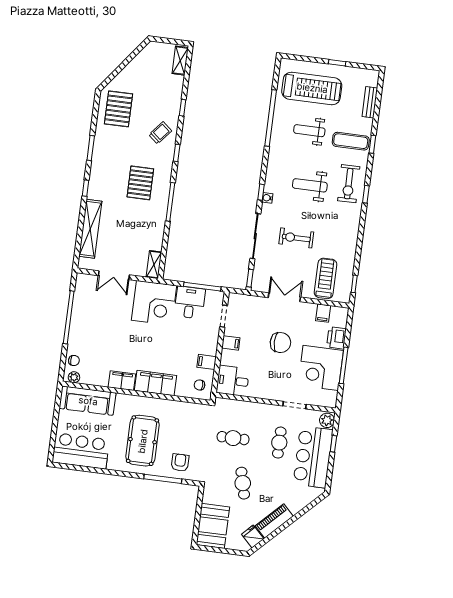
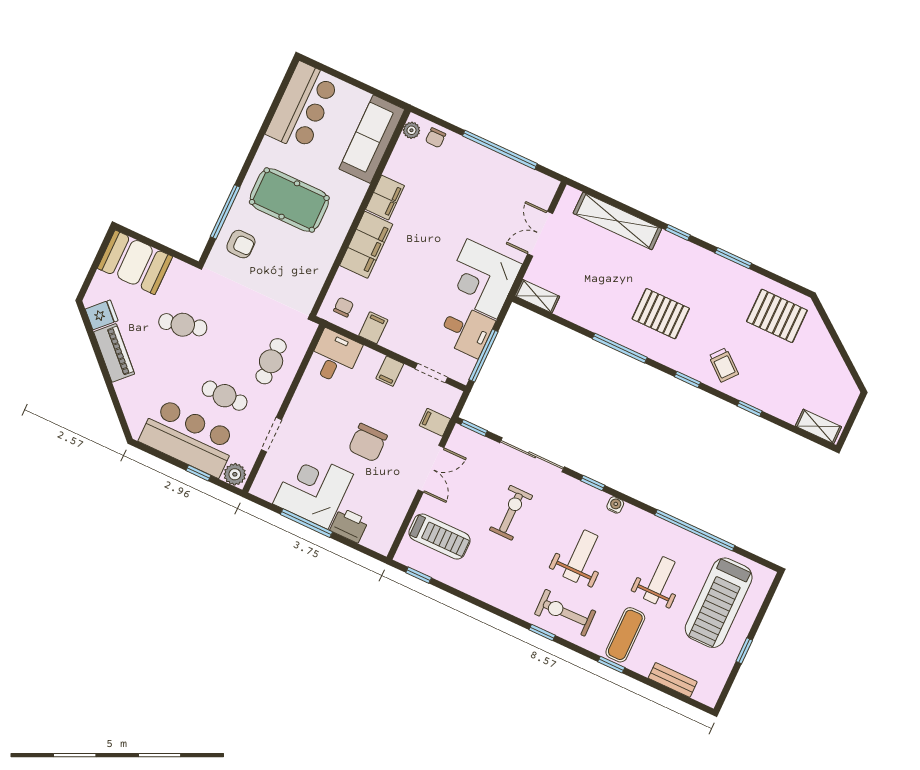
water cooler: (267, 198) -> (615, 505), moved
filing cabinet: (323, 313) -> (435, 422), moved
cafe table: (233, 438) -> (271, 361), moved

